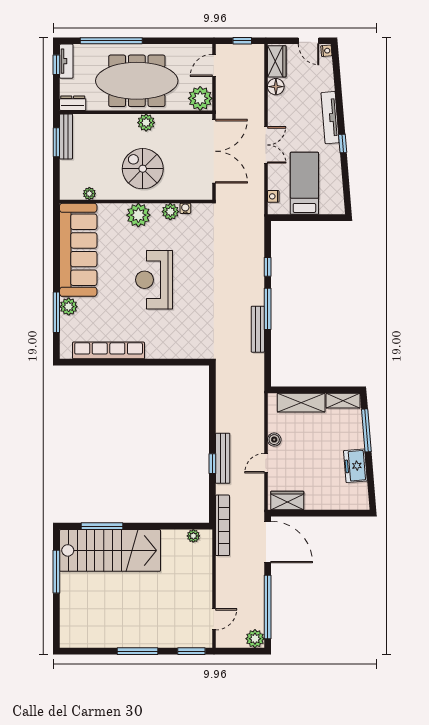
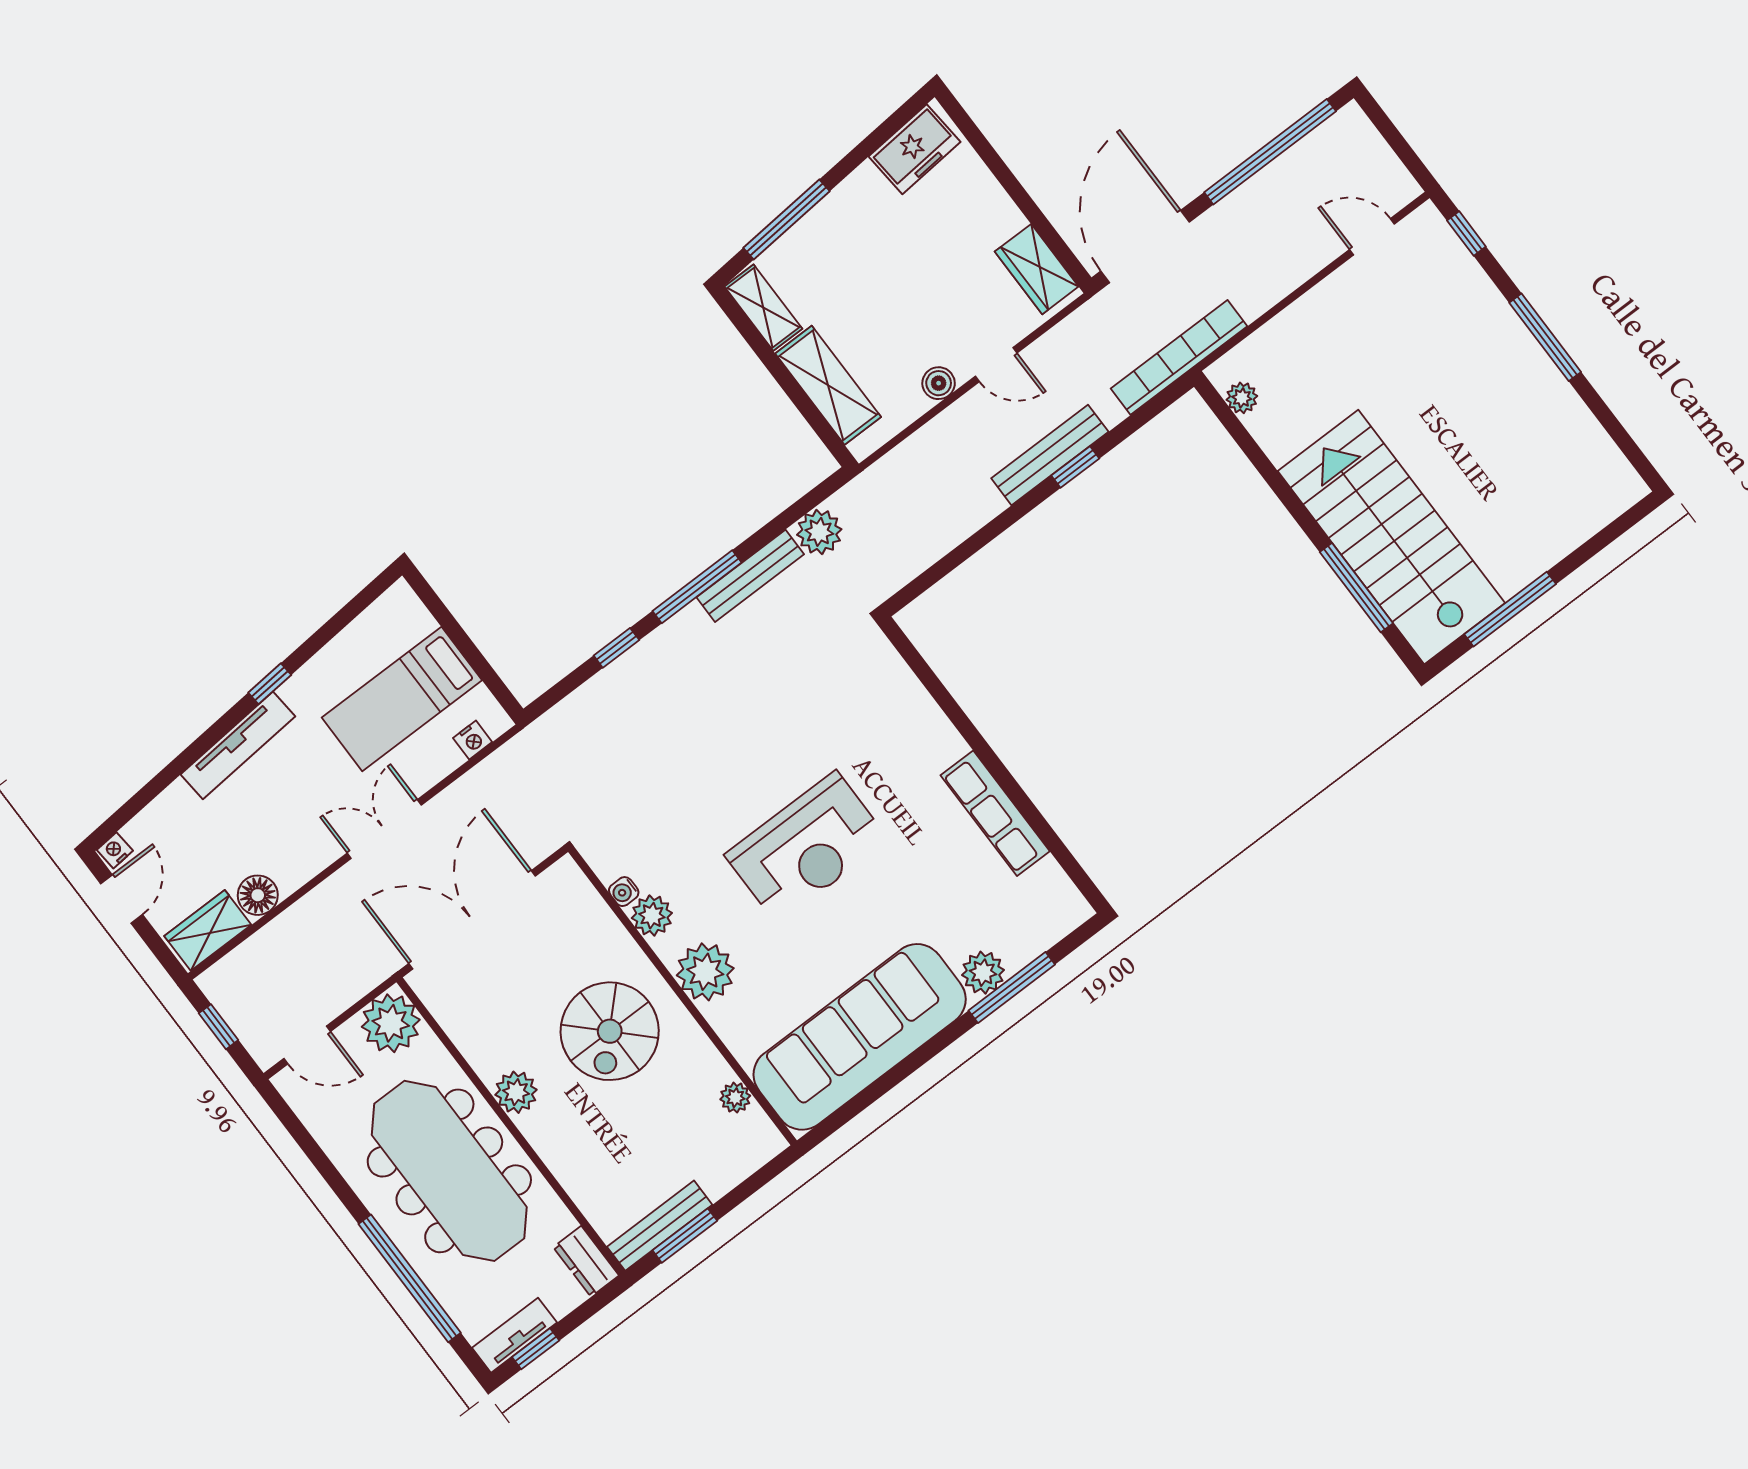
row of seats: (109, 350) -> (995, 813), width x0.73
freezer: (355, 466) -> (915, 149), moved
plant: (255, 639) -> (819, 532), moved
window: (191, 651) -> (1466, 234), width x0.67

